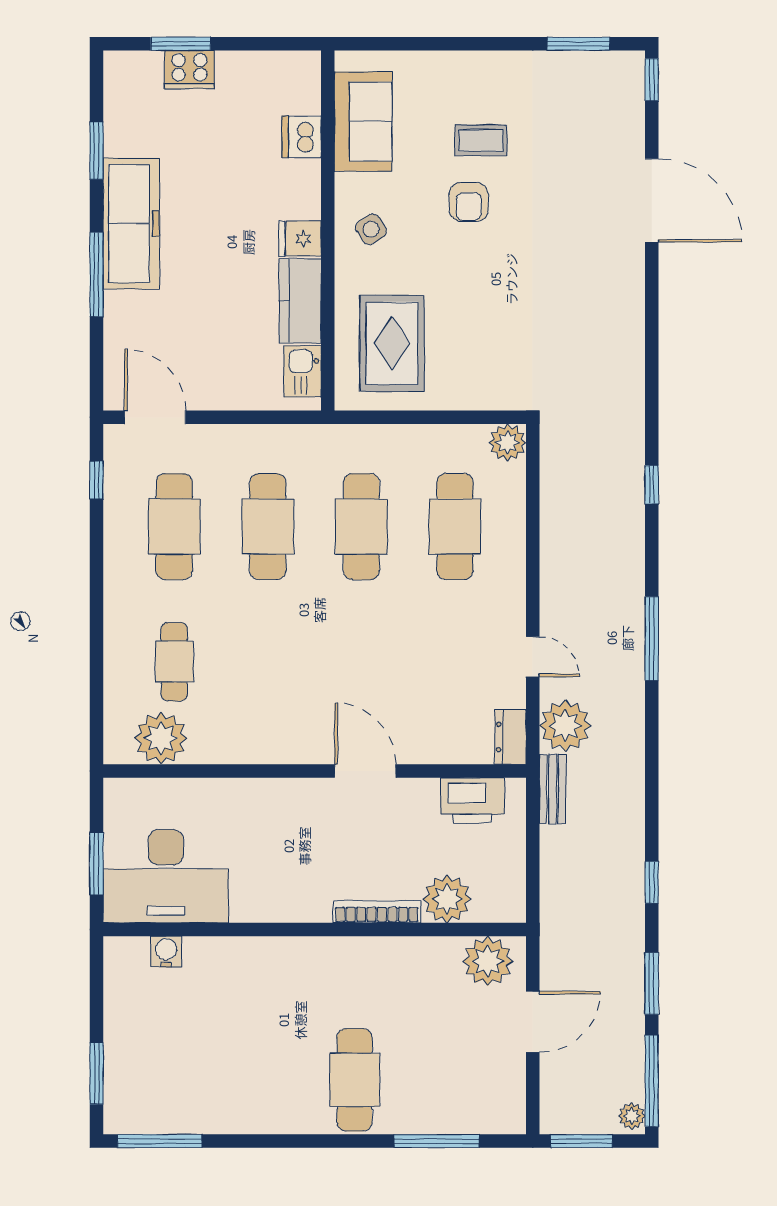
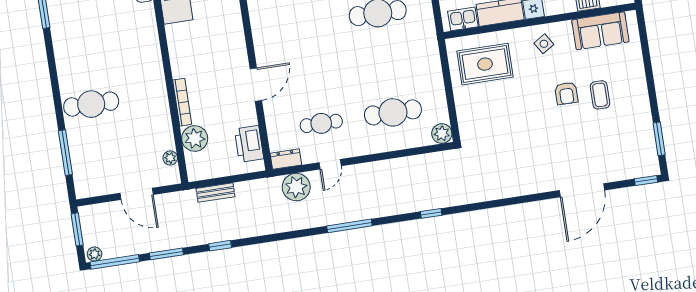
armchair: (469, 202) -> (566, 93), turned -90
cafe table: (361, 527) -> (321, 123), moved, width x0.73, depth x0.74
bench: (553, 789) -> (215, 193), moved
plant: (488, 961) -> (170, 158), width x0.53, depth x0.53

